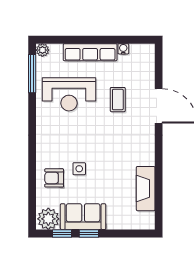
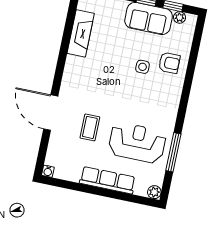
water cooler: (123, 49) -> (48, 171), moved
window: (32, 74) -> (173, 152), moved
plant: (48, 219) -> (180, 17), width x0.53, depth x0.53

